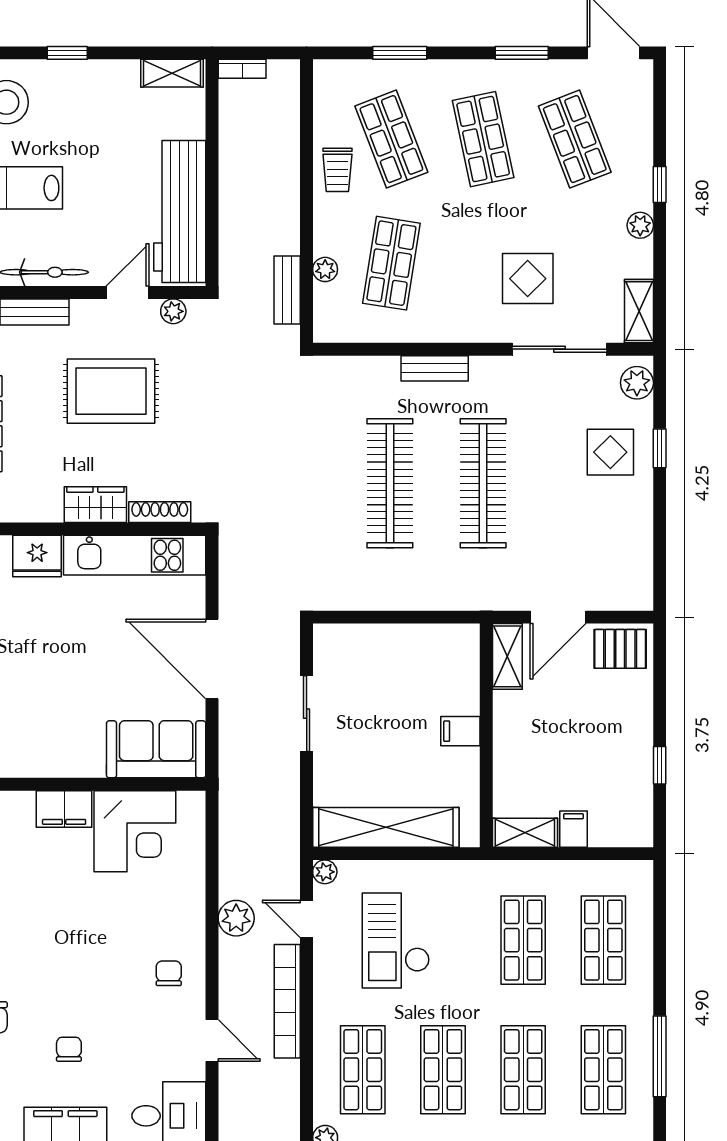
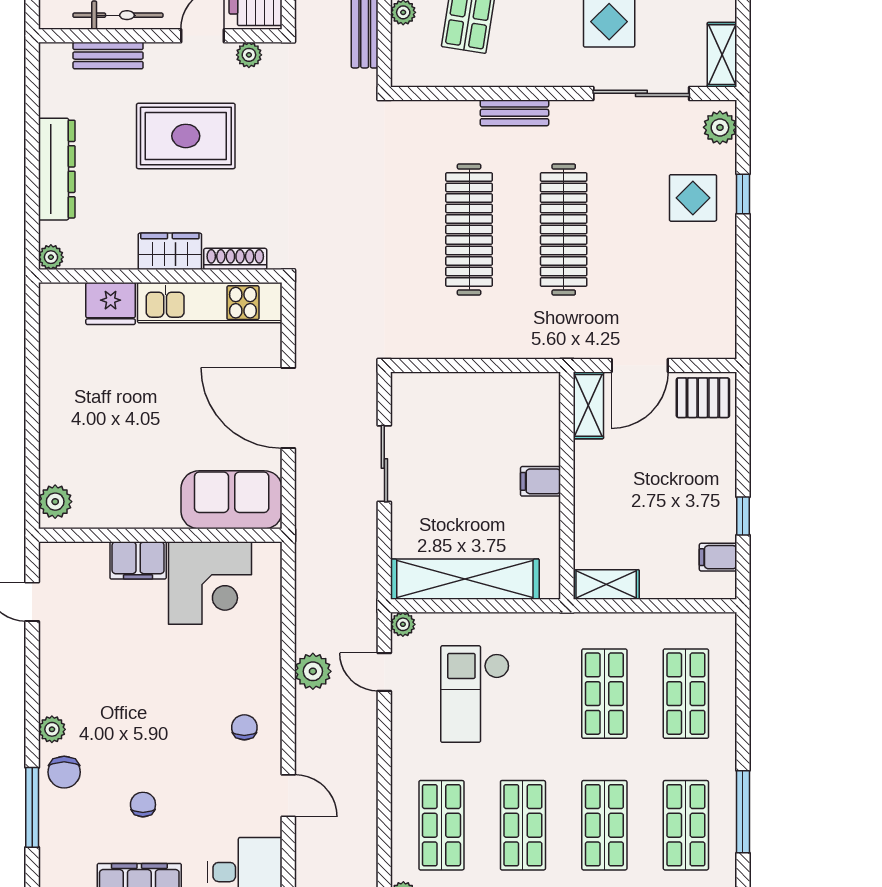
filing cabinet: (573, 829) -> (718, 557), moved, turned -90
bookcase: (287, 1001) -> (365, 756), removed

